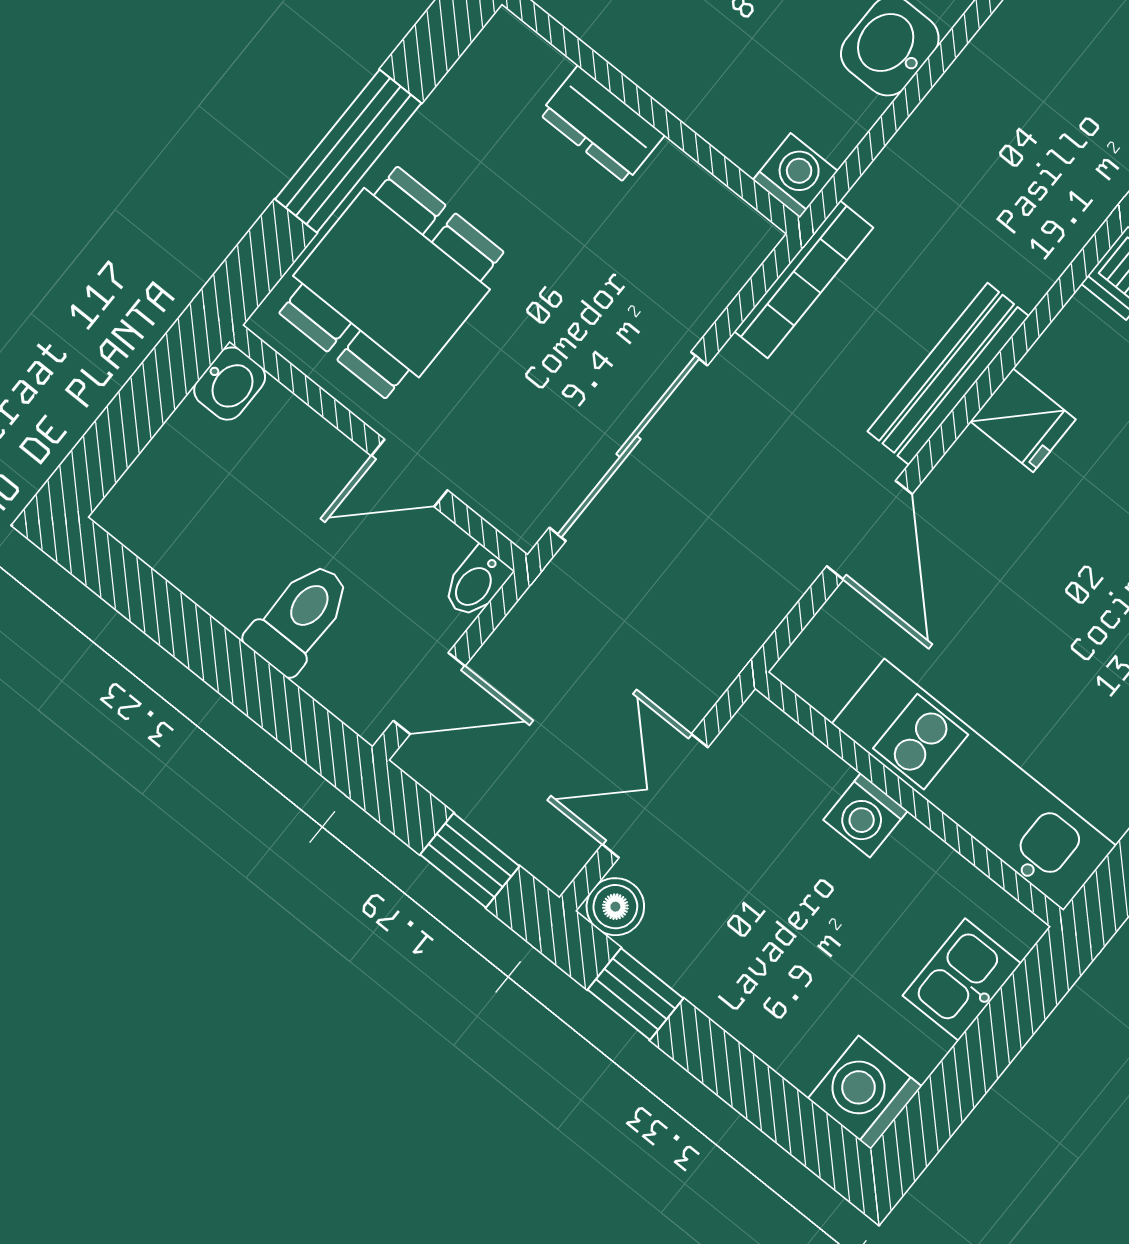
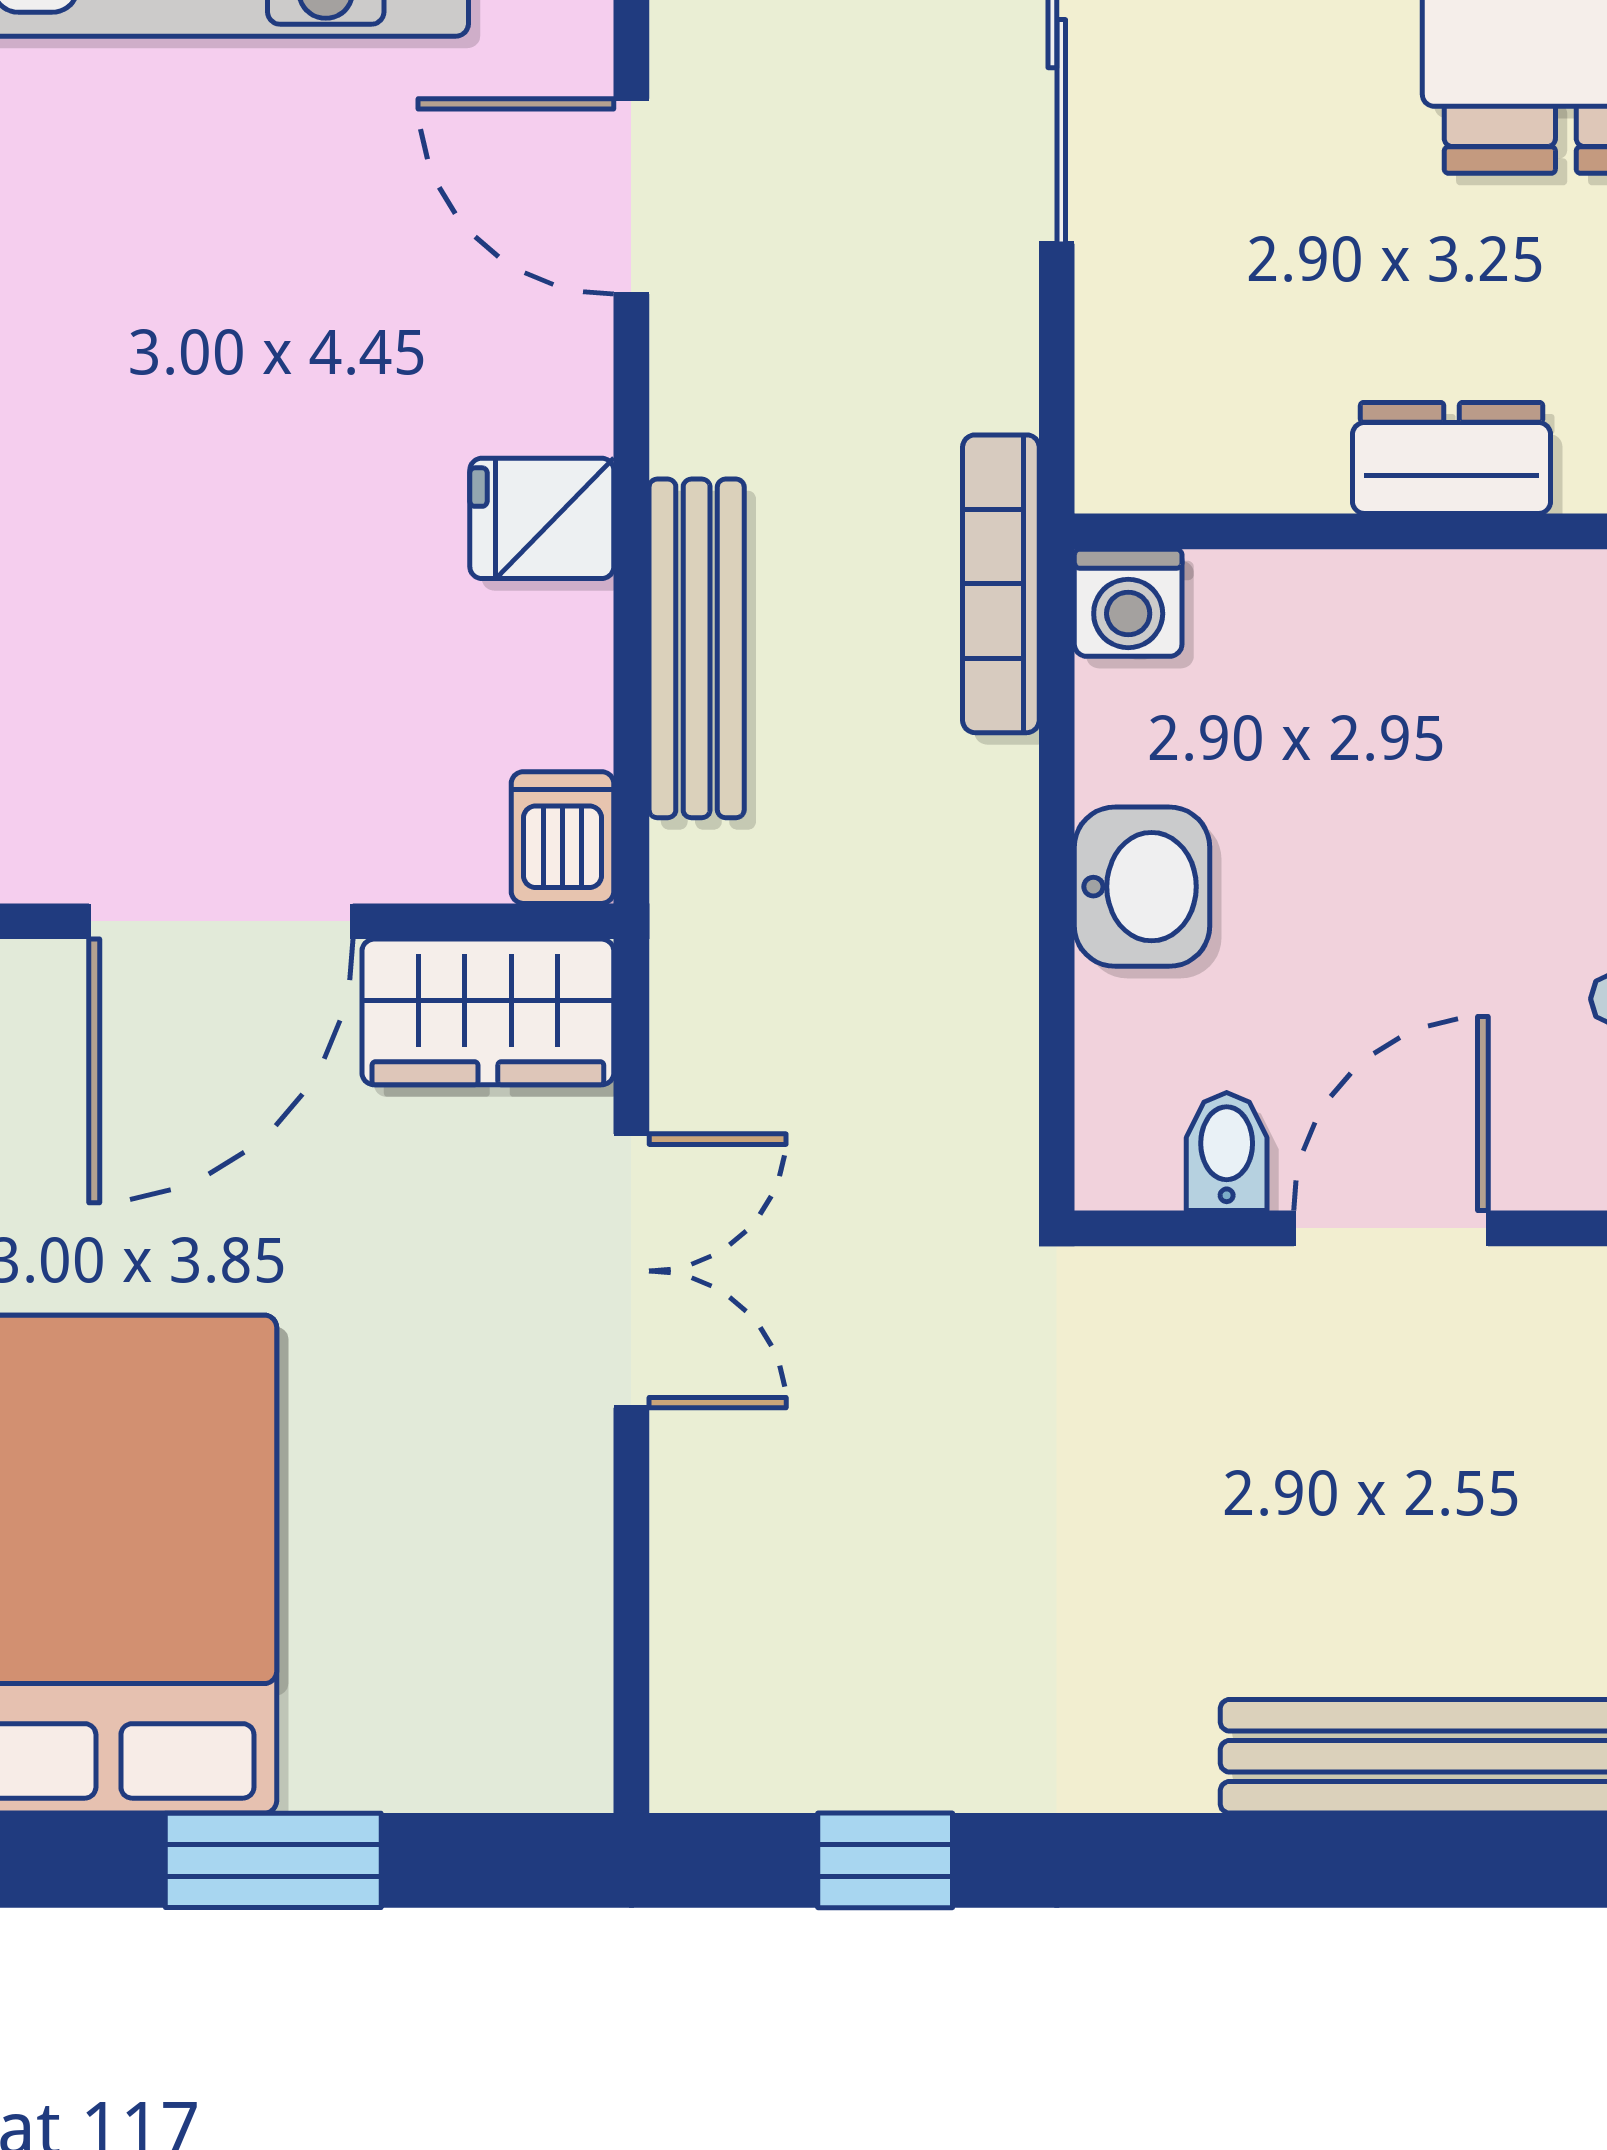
bookcase: (804, 279) -> (1001, 584), moved
bench: (948, 374) -> (697, 648), moved

